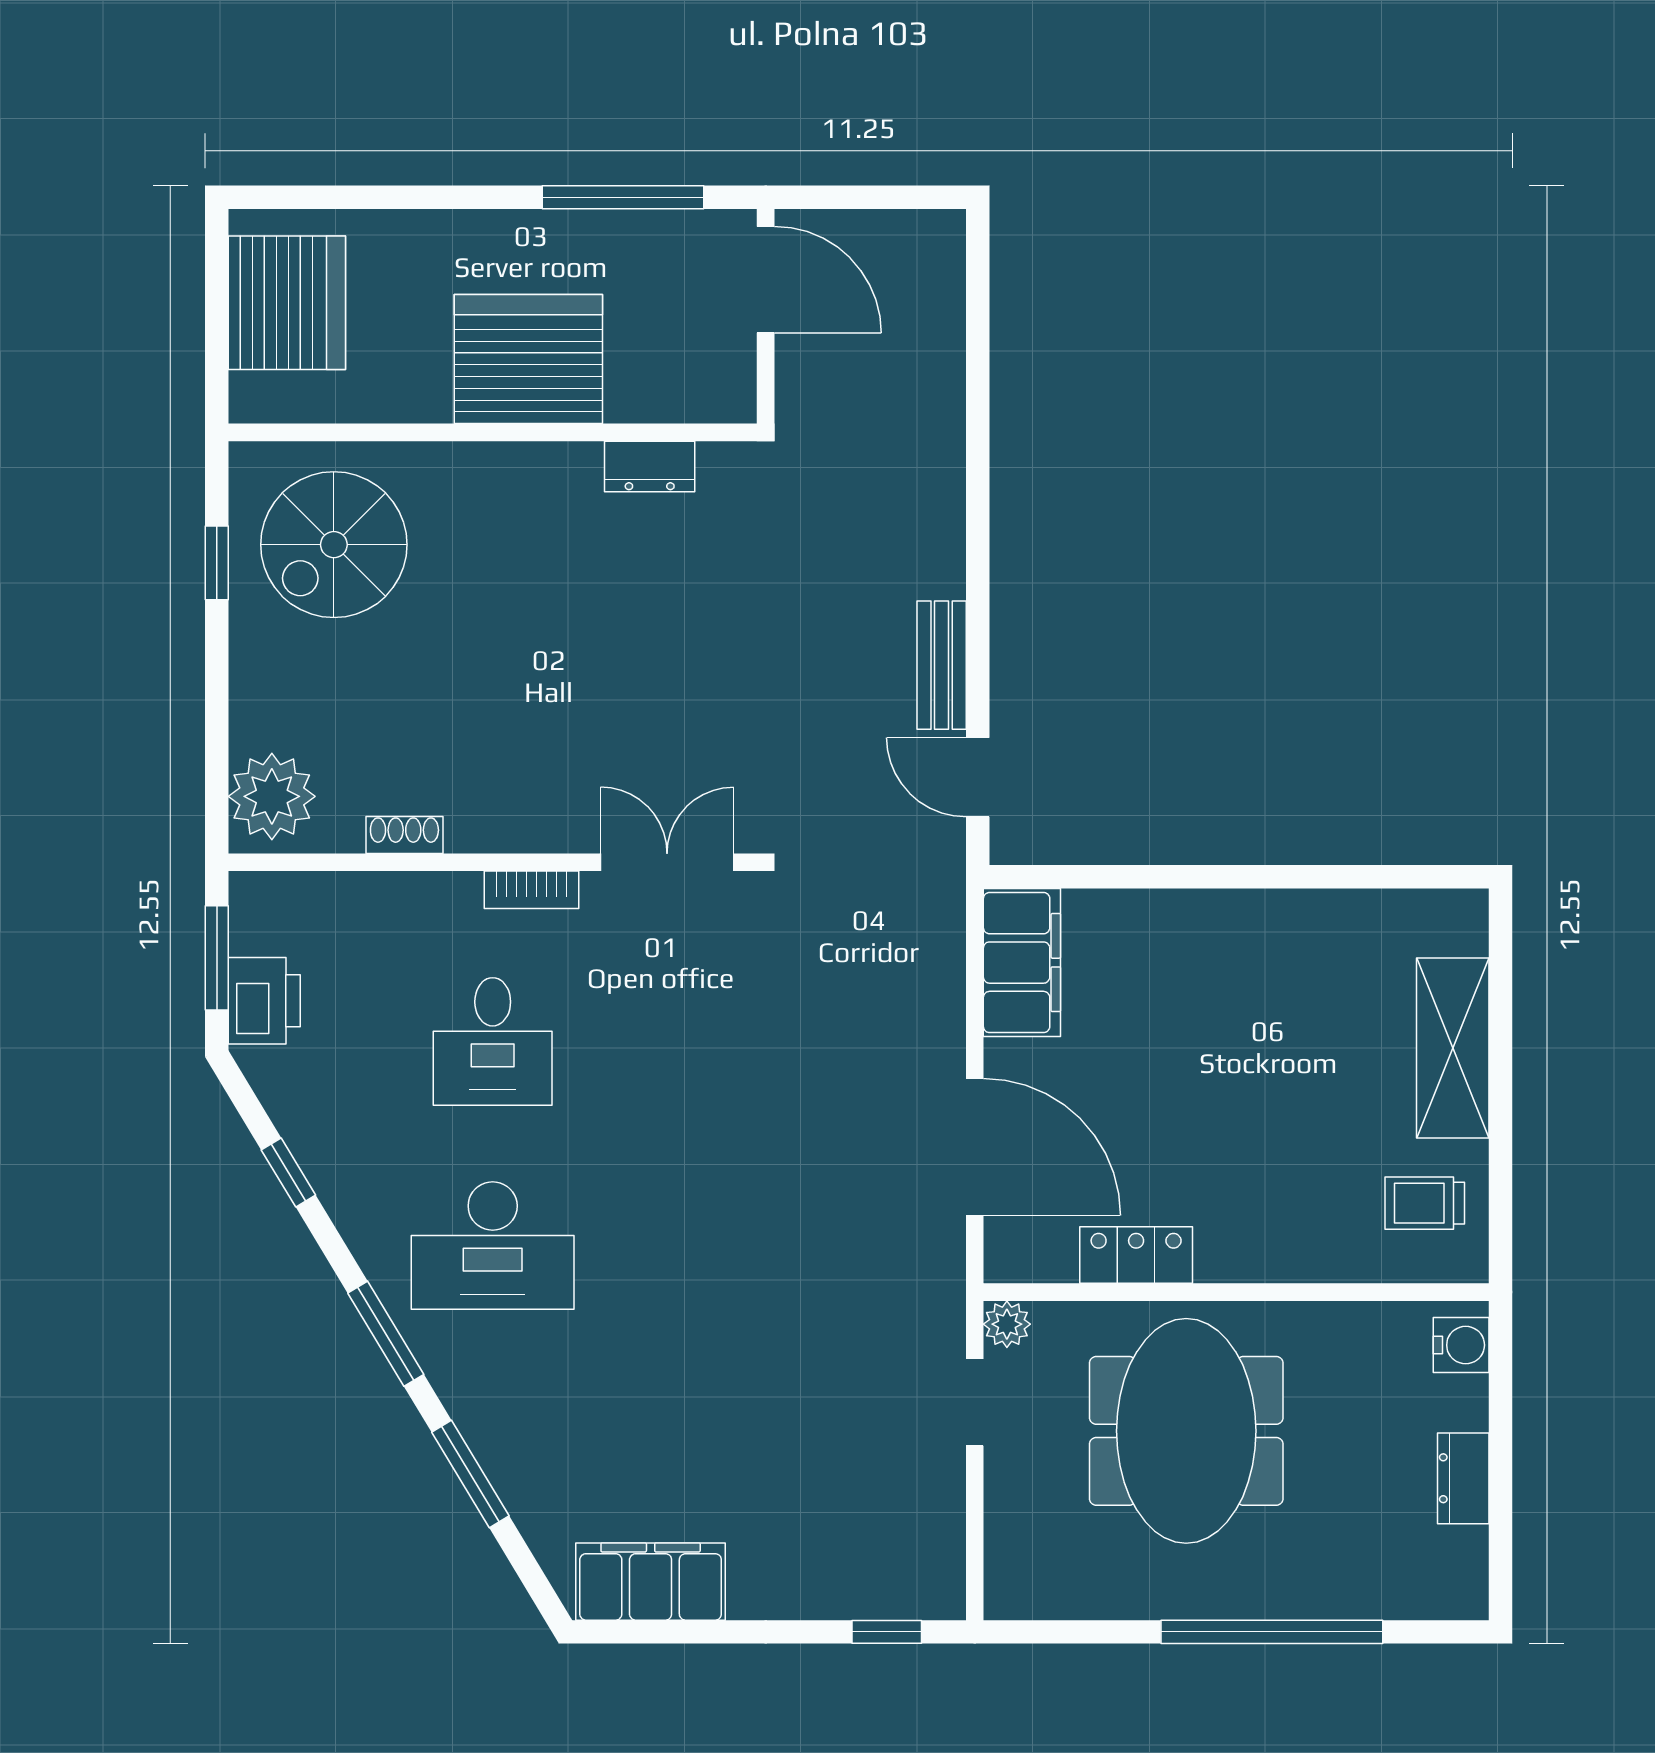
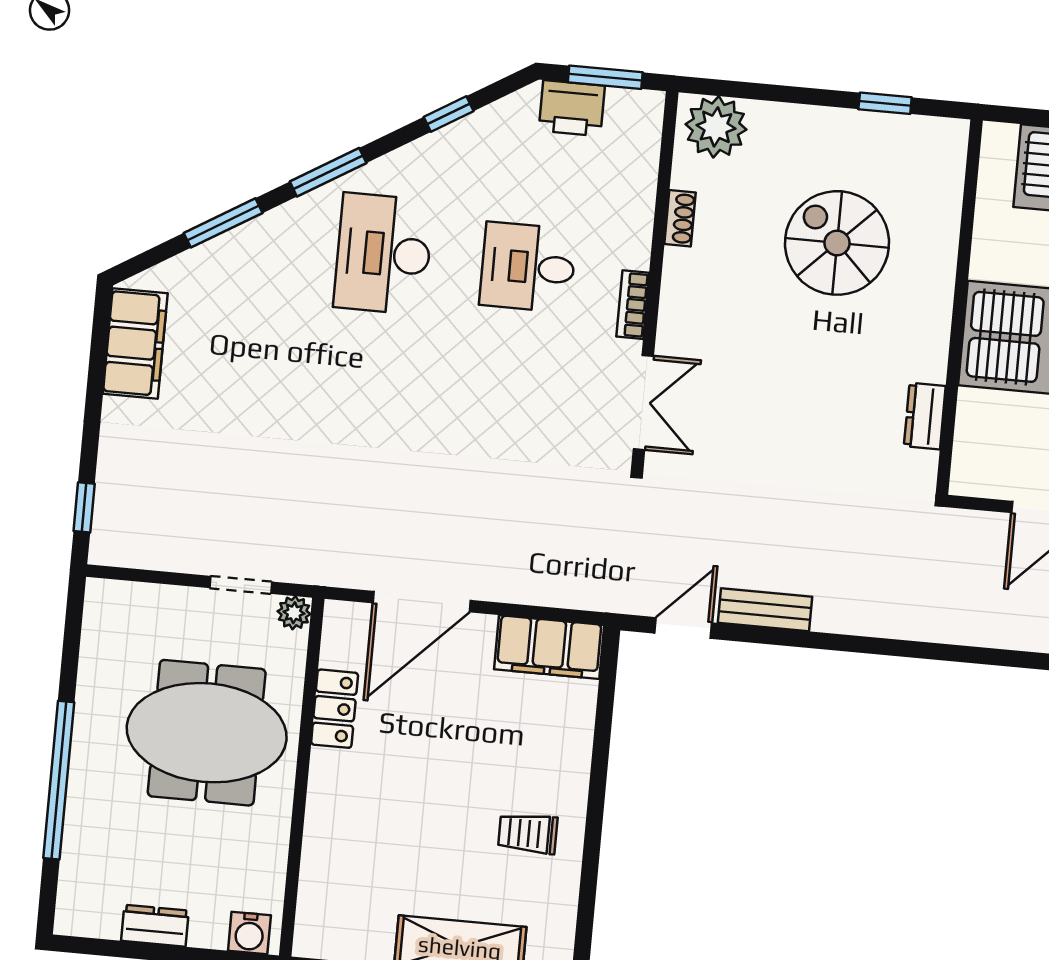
spiral stairs: (334, 545) -> (837, 243), moved
trolley: (1425, 1203) -> (528, 833), moved, turned -90

